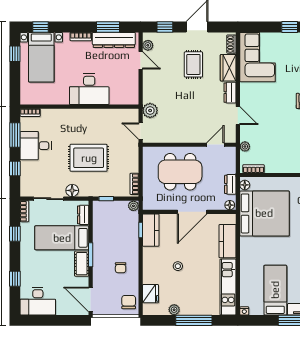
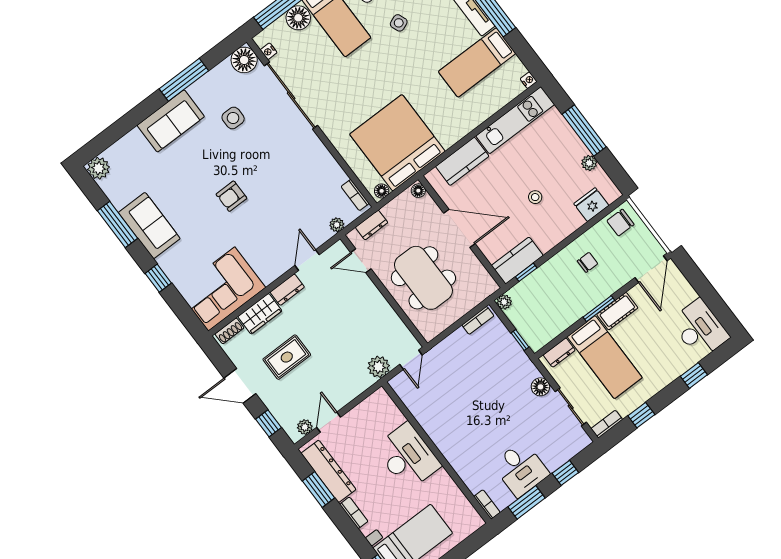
rug: (89, 158) -> (488, 397), removed
dresser: (230, 184) -> (372, 225), moved

